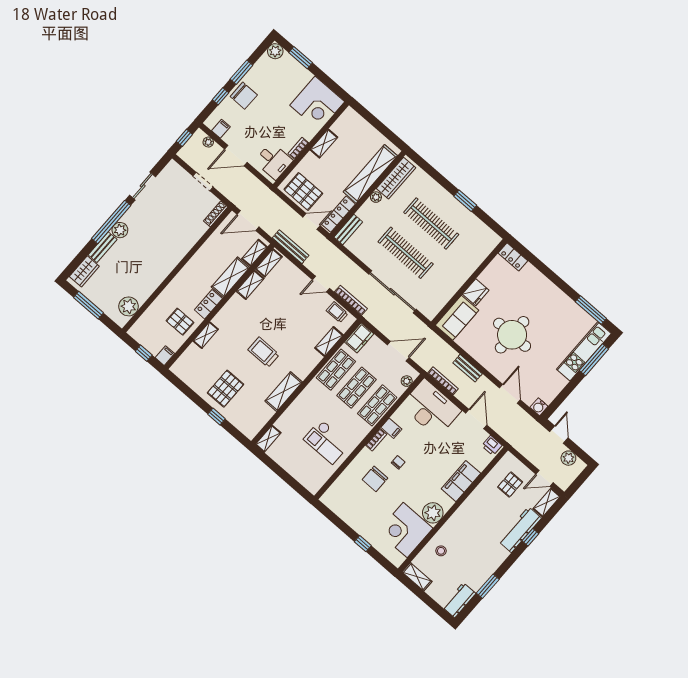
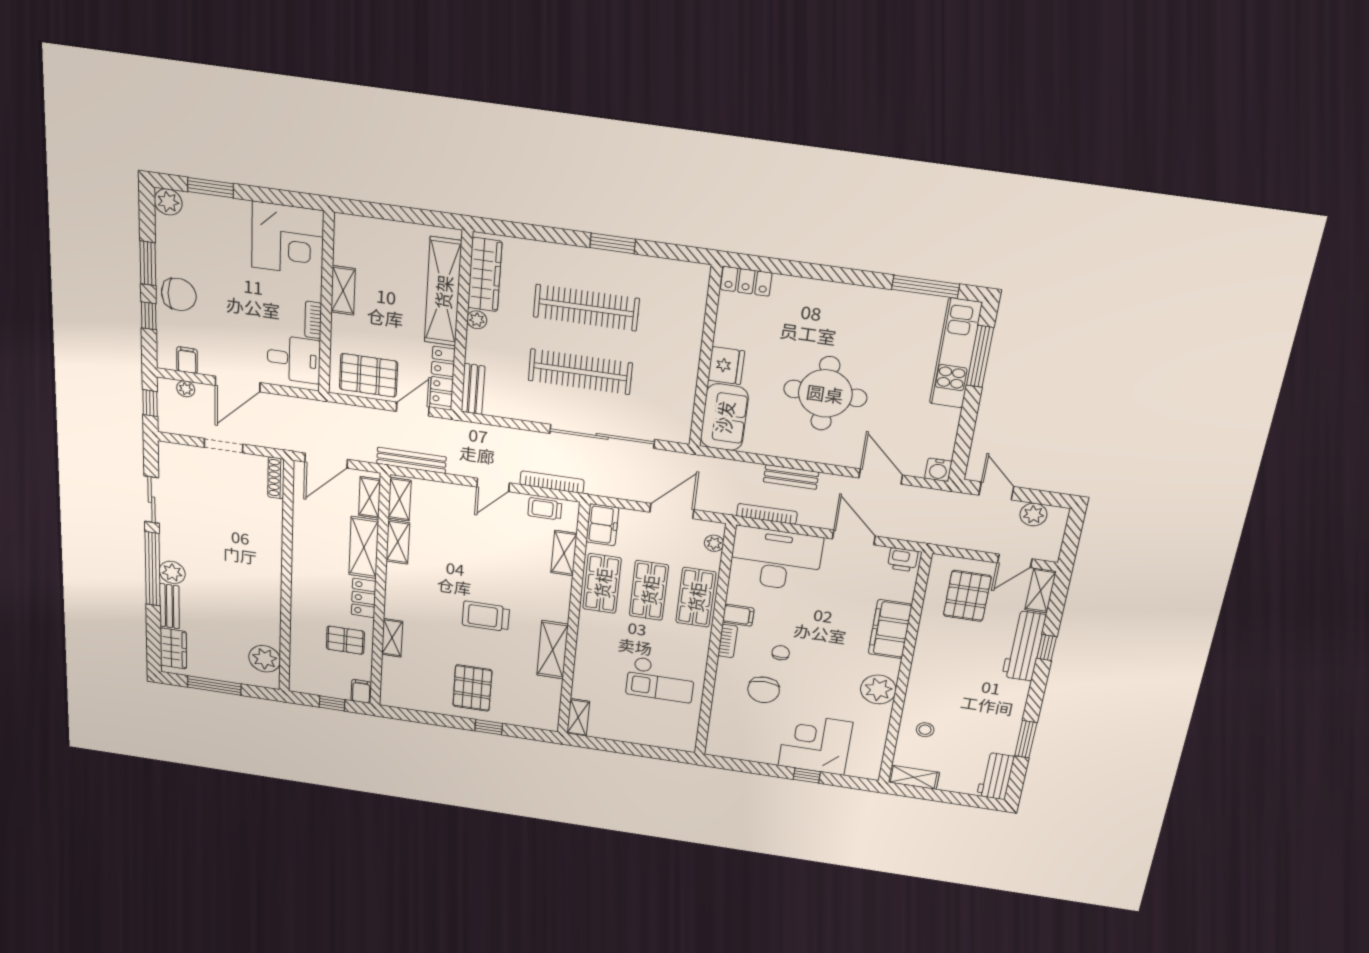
pallet: (510, 484) -> (967, 596), width x1.50, depth x1.42
corner desk: (405, 530) -> (815, 744), moved, turned 90

